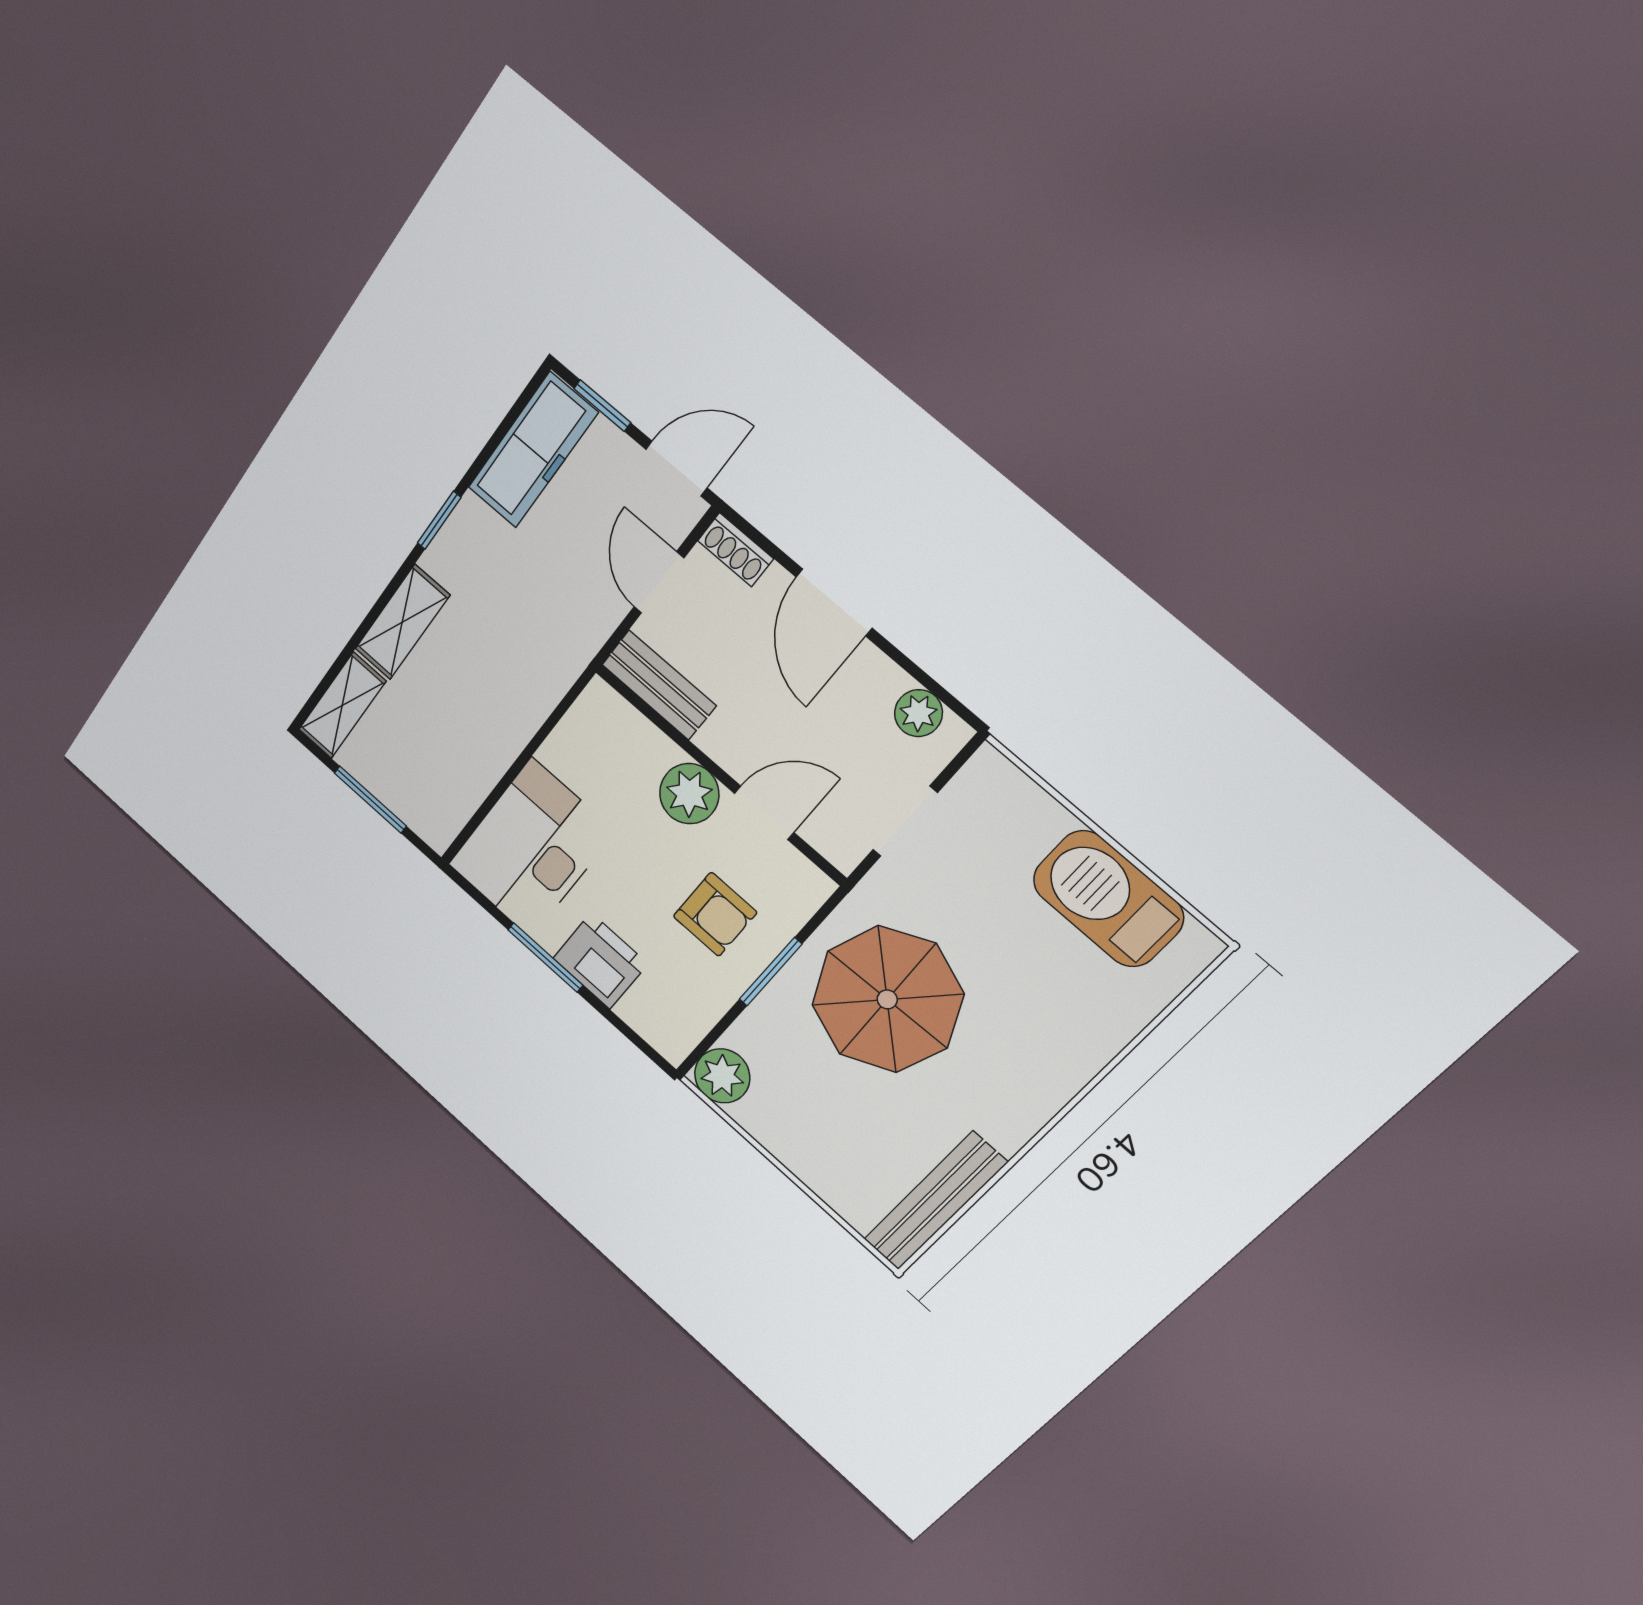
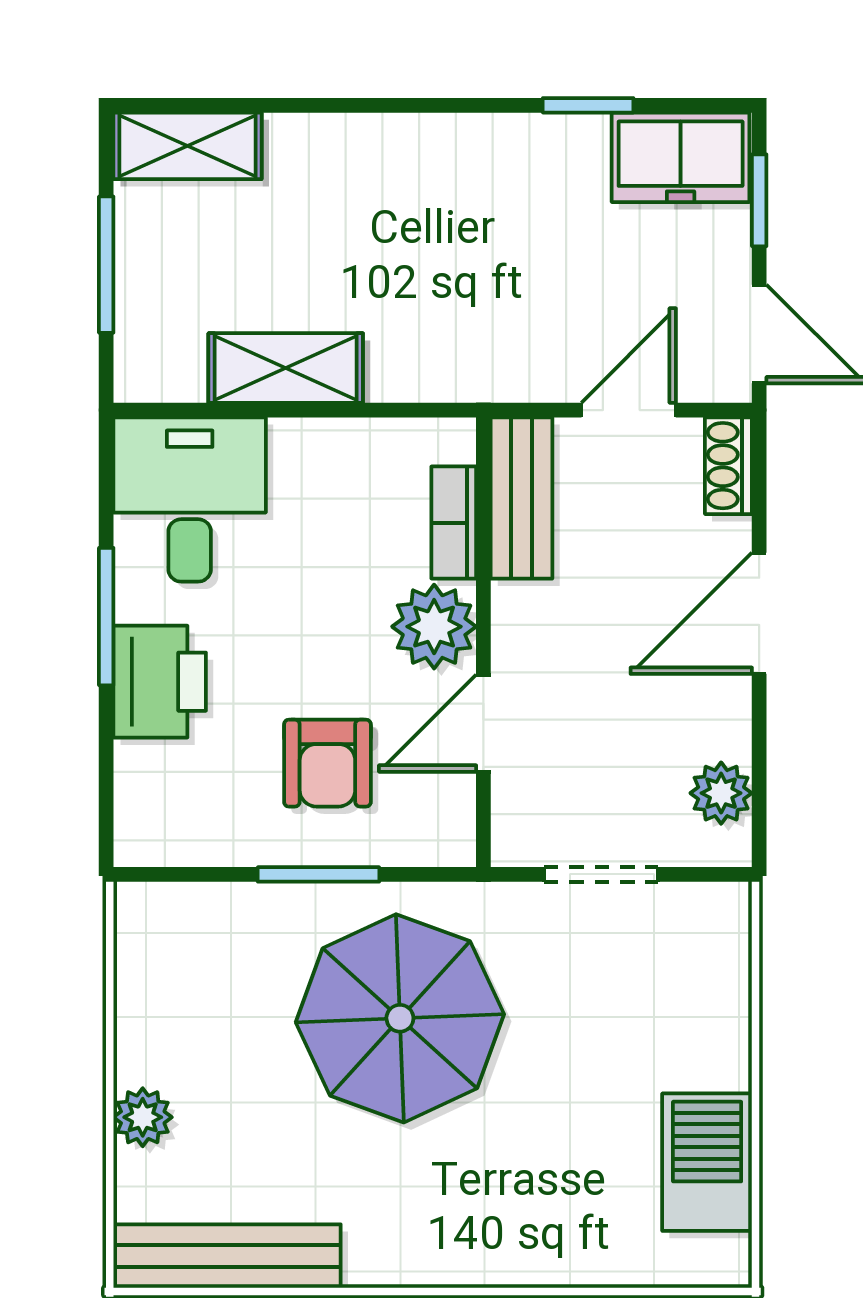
freezer: (533, 450) -> (681, 157), width x0.71
window: (439, 520) -> (588, 105), moved
shelving: (402, 622) -> (286, 368), moved
bookcase: (642, 734) -> (454, 523), added
door: (764, 813) -> (483, 723), swing flipped
desk: (531, 848) -> (190, 499), width x0.73
barbecue: (1108, 899) -> (707, 1162), width x0.73, depth x0.83
plant: (722, 1076) -> (143, 1117), moved, width x0.73, depth x0.73

